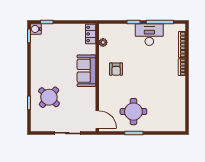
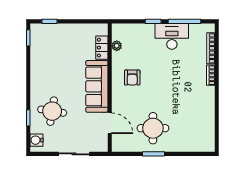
water cooler: (36, 29) -> (37, 140), moved
locker: (91, 34) -> (102, 48), moved
sofa: (86, 71) -> (97, 86), width x1.36
round table: (49, 97) -> (52, 111), turned -33
door: (97, 120) -> (110, 123), moved

